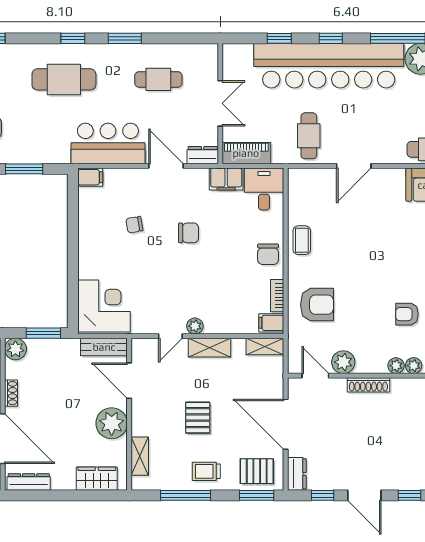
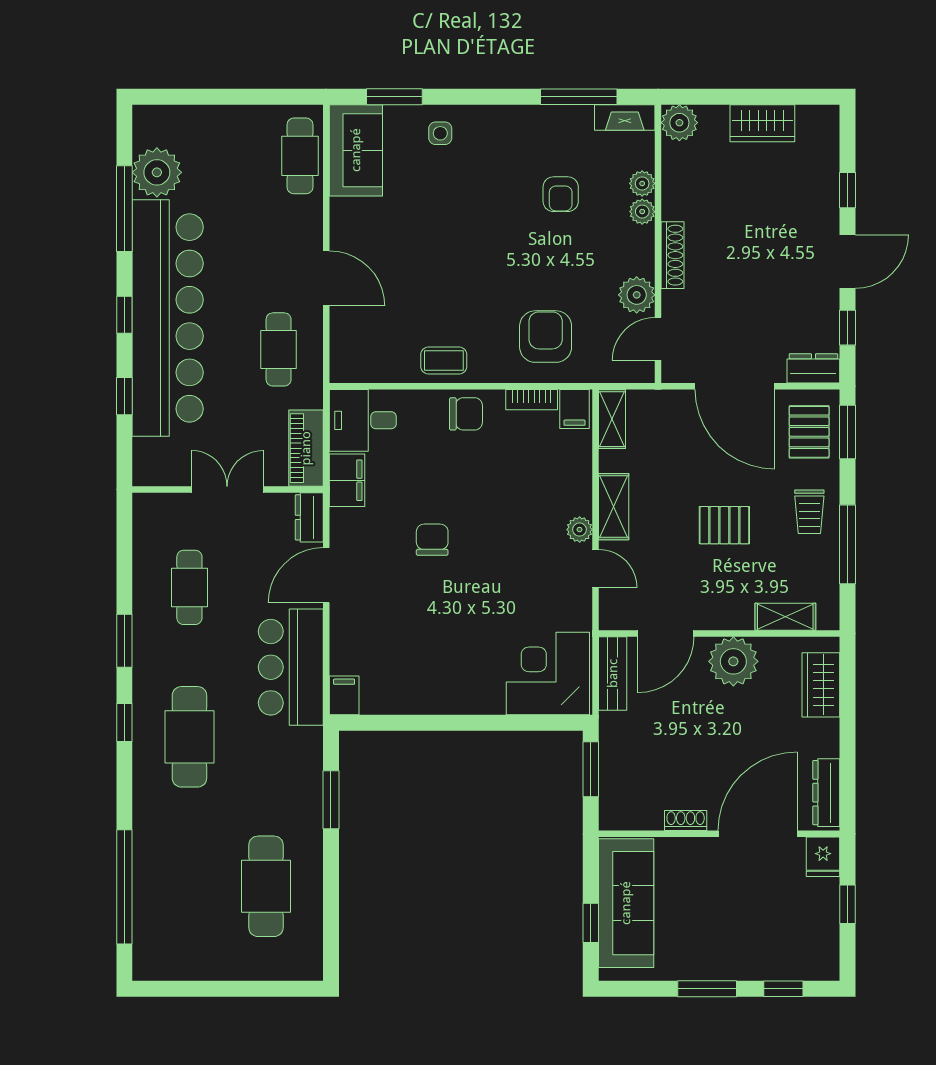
cafe table: (309, 136) -> (279, 349), turned 90
chair: (134, 225) -> (419, 625), removed
plant: (15, 349) -> (616, 813), removed
door: (286, 424) -> (735, 386), hinge flipped

